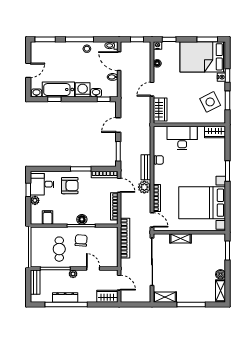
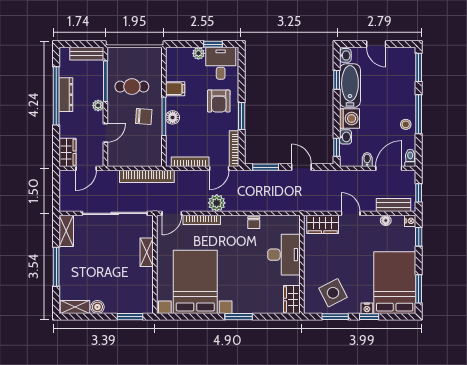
bench: (146, 167) -> (393, 205), moved
filing cabinet: (48, 217) -> (175, 89), moved

